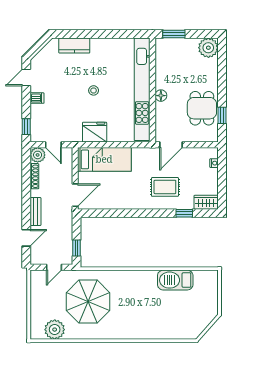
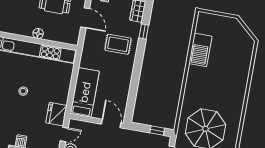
fridge: (95, 132) -> (56, 114), moved
door: (171, 145) -> (85, 18), moved
rug: (165, 187) -> (118, 44), turned 90

